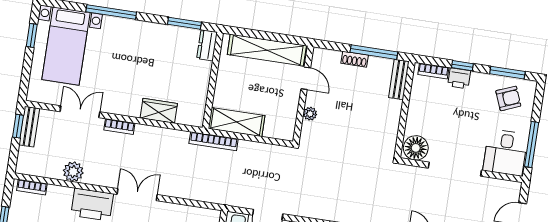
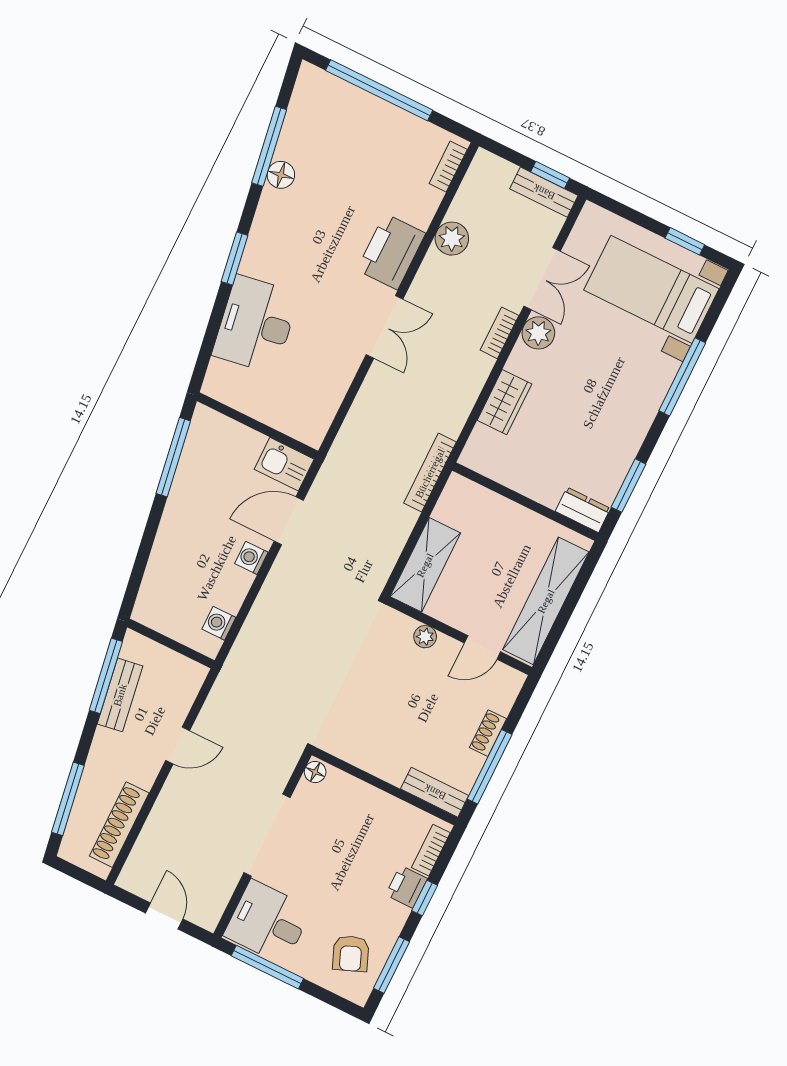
plant: (112, 104) -> (538, 333), added
shelving: (237, 122) -> (425, 565), moved
floor lamp: (416, 148) -> (315, 772), width x0.53, depth x0.53

